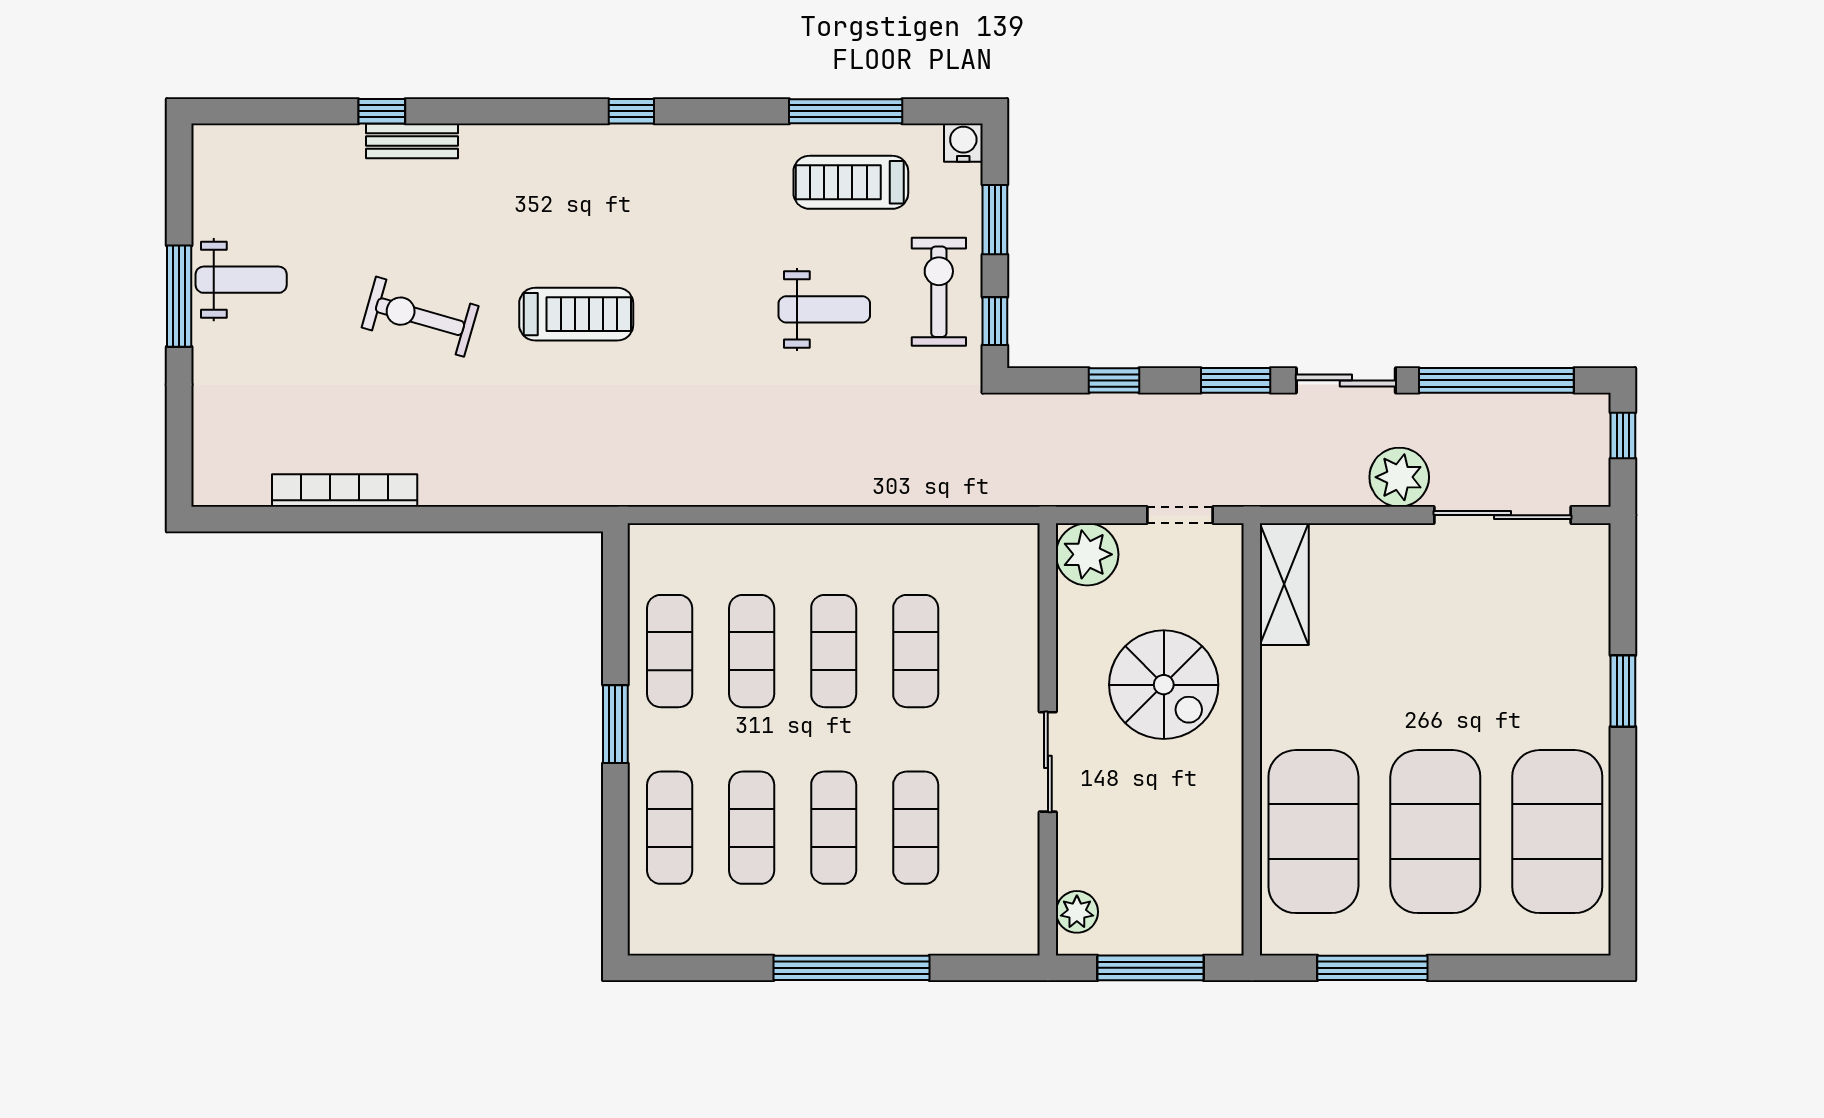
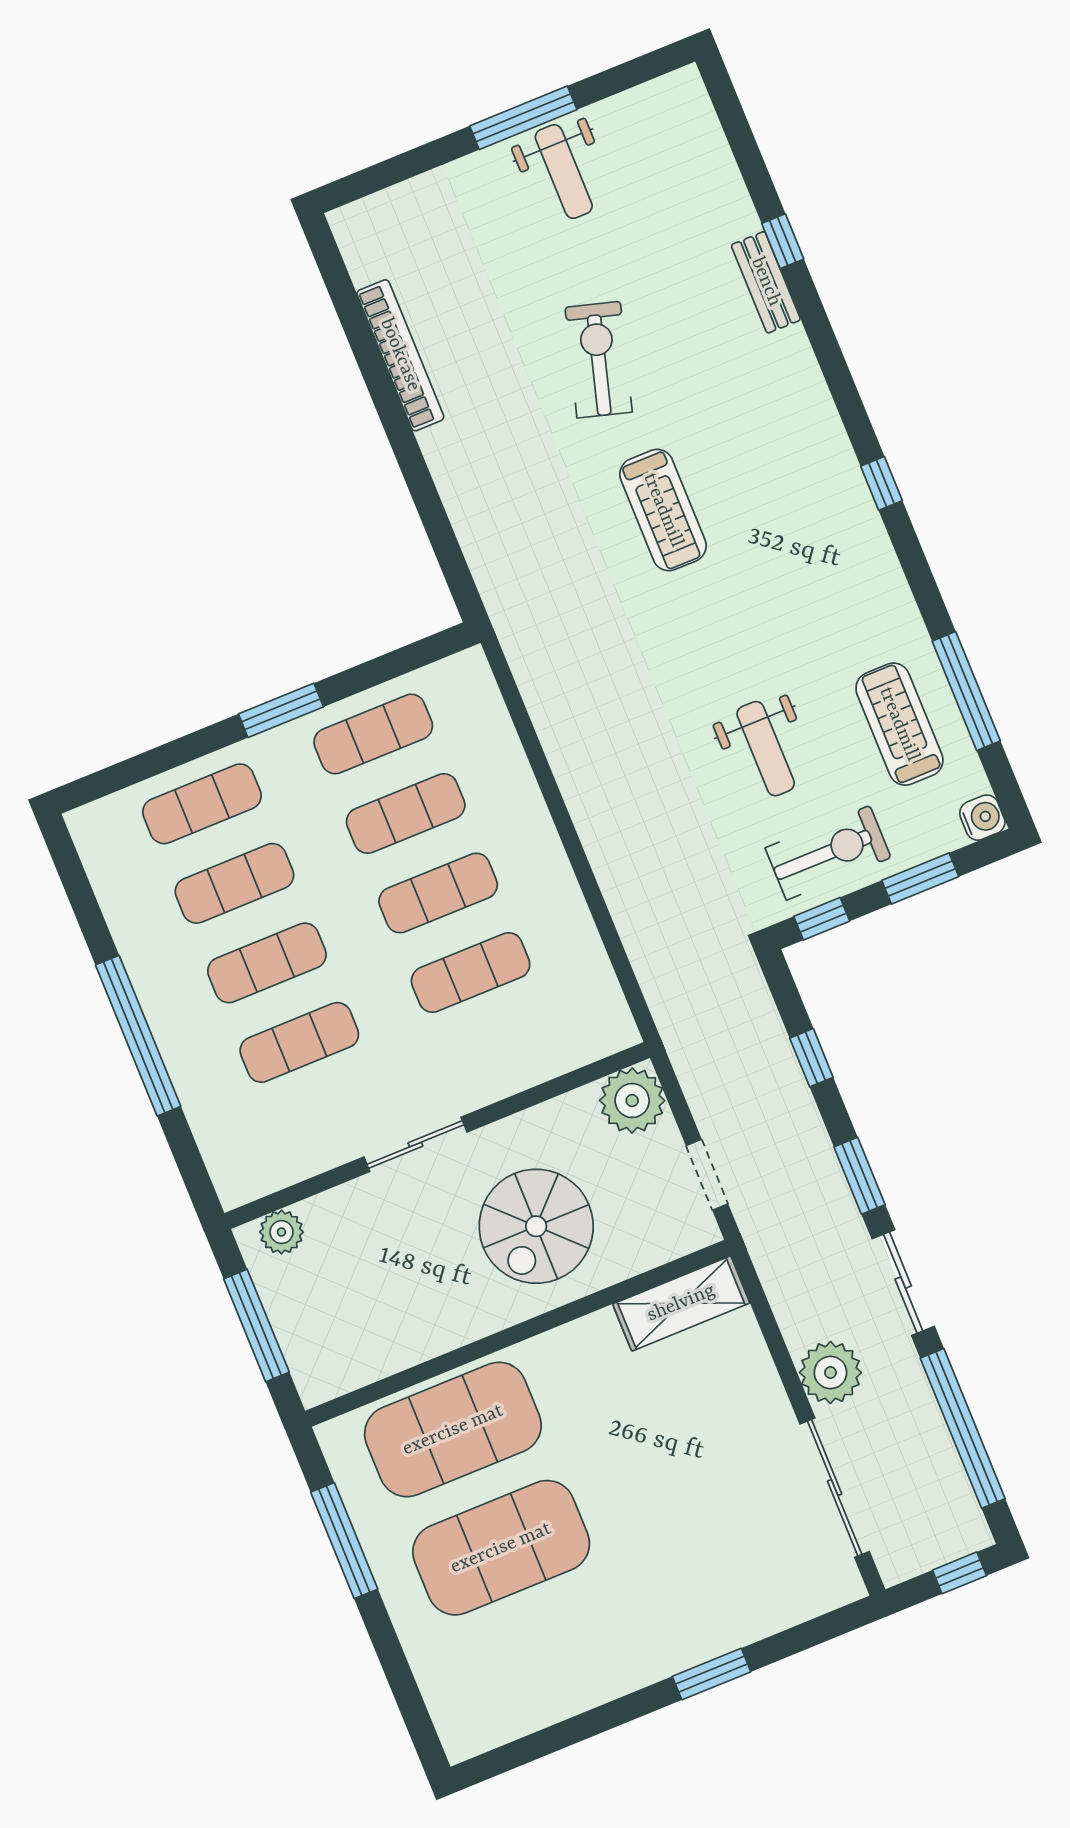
exercise mat: (1557, 832) -> (549, 1666), removed

